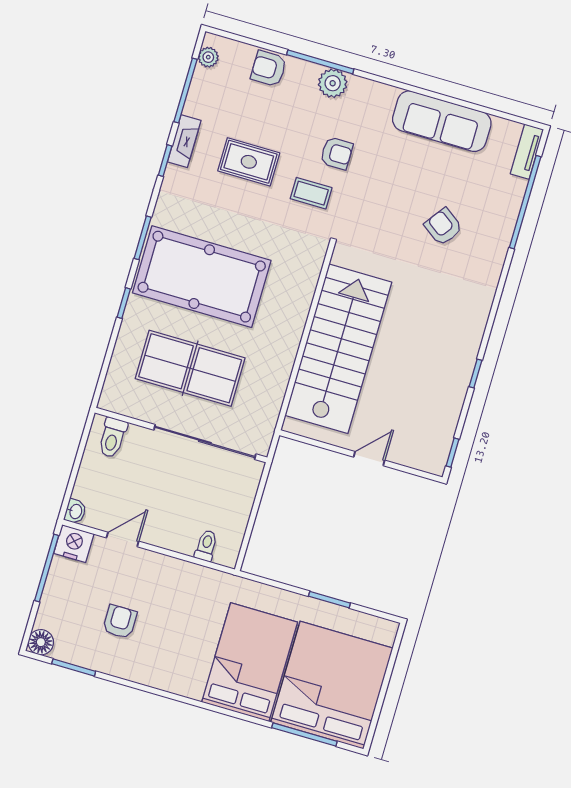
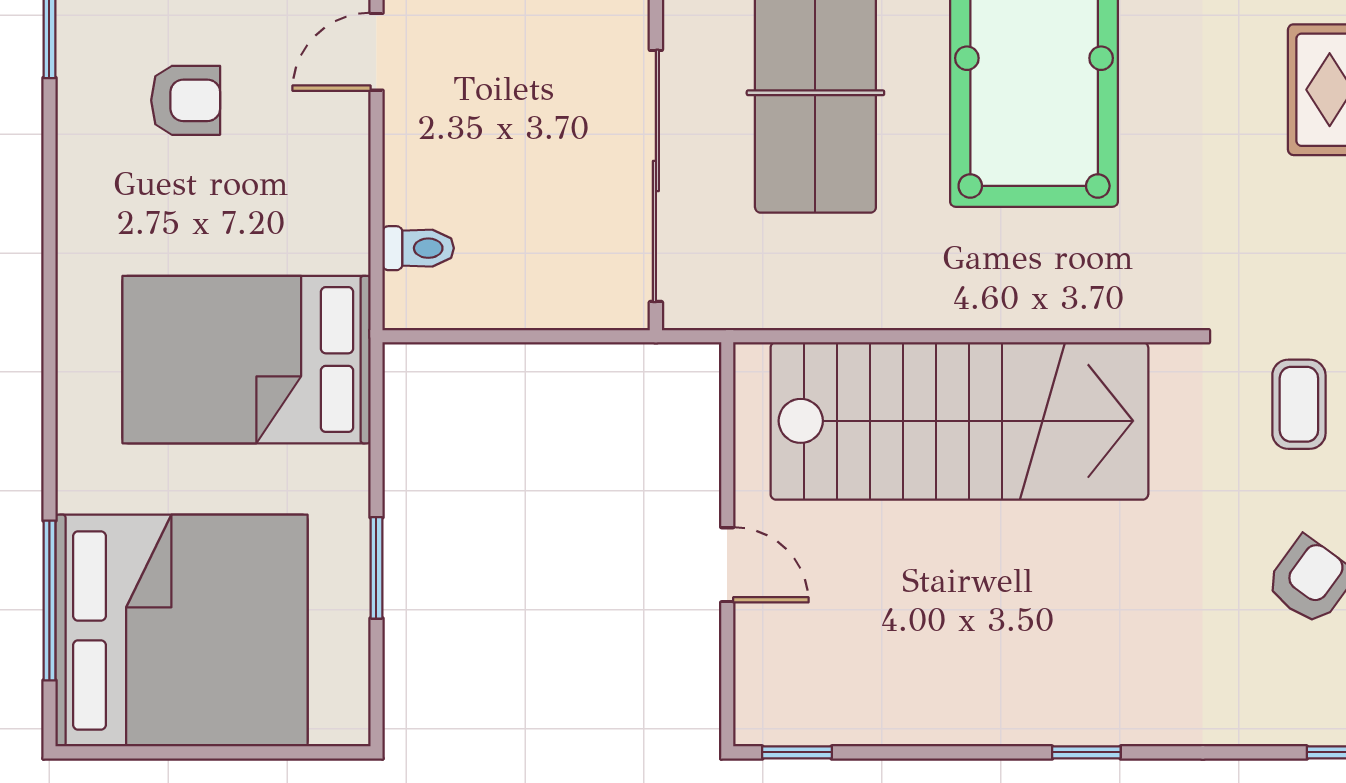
coffee table: (311, 193) -> (1299, 404), moved
window: (475, 374) -> (1086, 752), moved
door: (123, 540) -> (376, 52), swing flipped
bed: (250, 662) -> (246, 360), moved, turned 180

